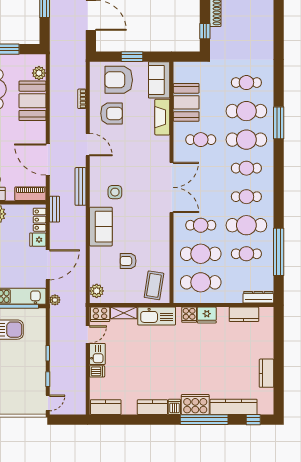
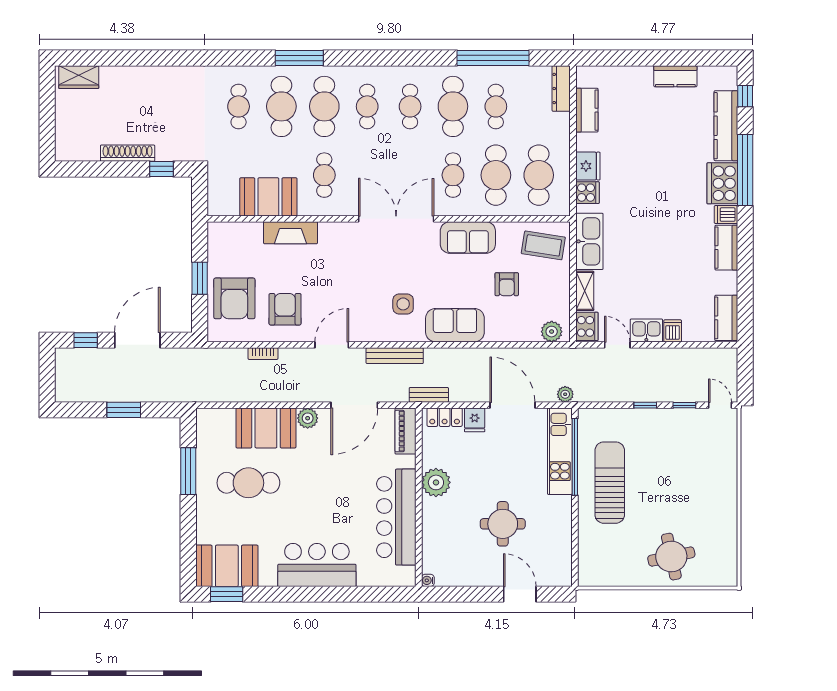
plant: (39, 73) -> (308, 418), moved
sofa: (159, 80) -> (468, 238), moved

